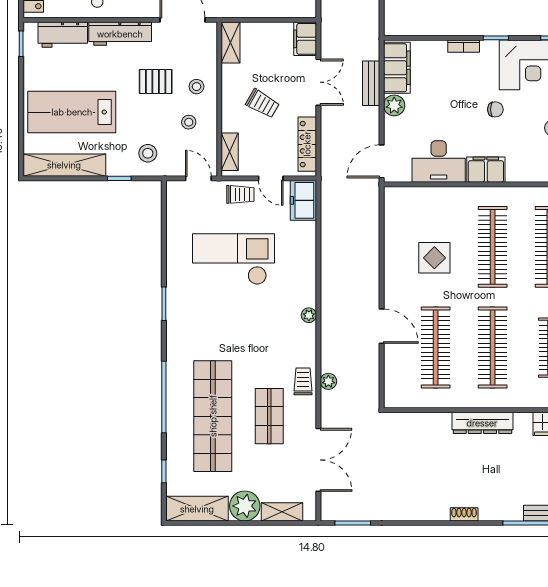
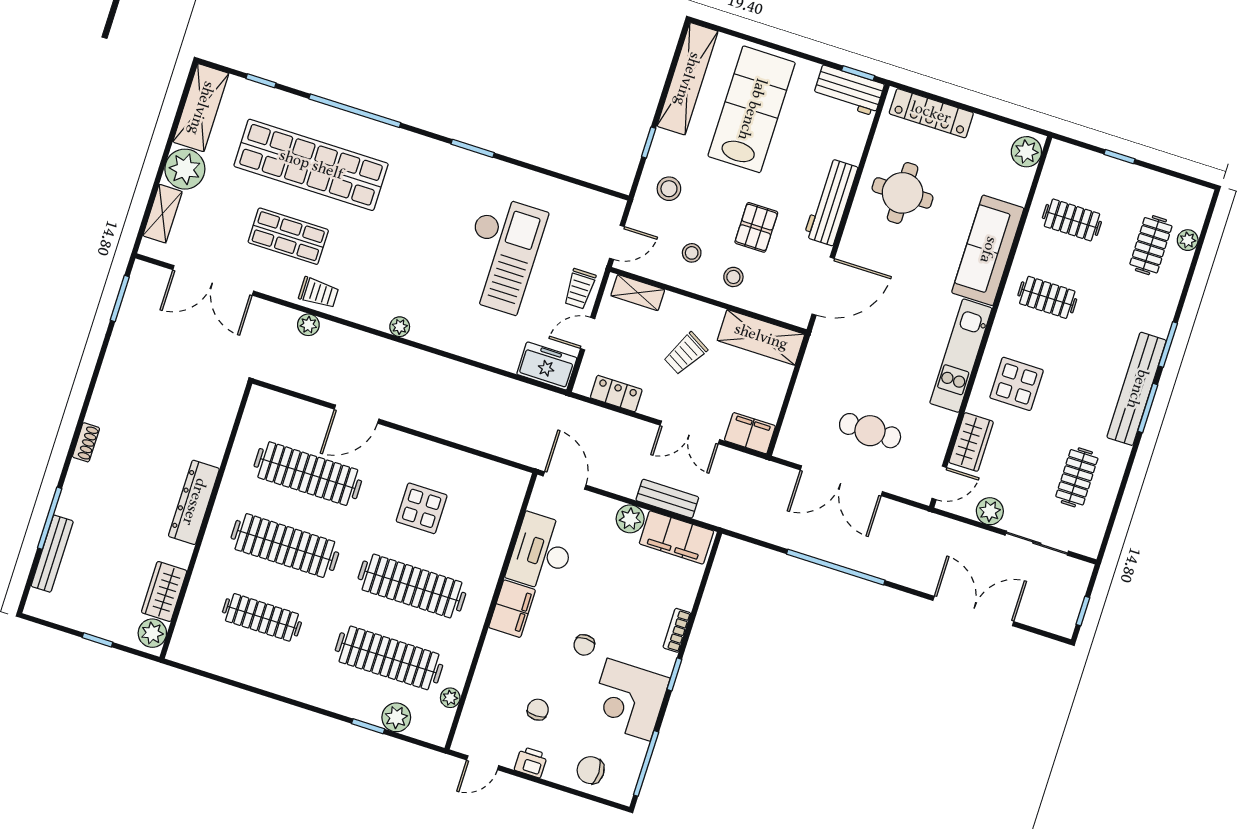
workbench: (63, 35) -> (849, 90), moved, turned -90
shelving: (231, 43) -> (761, 337), width x1.50, depth x1.33
locker: (307, 144) -> (616, 394), width x0.66

